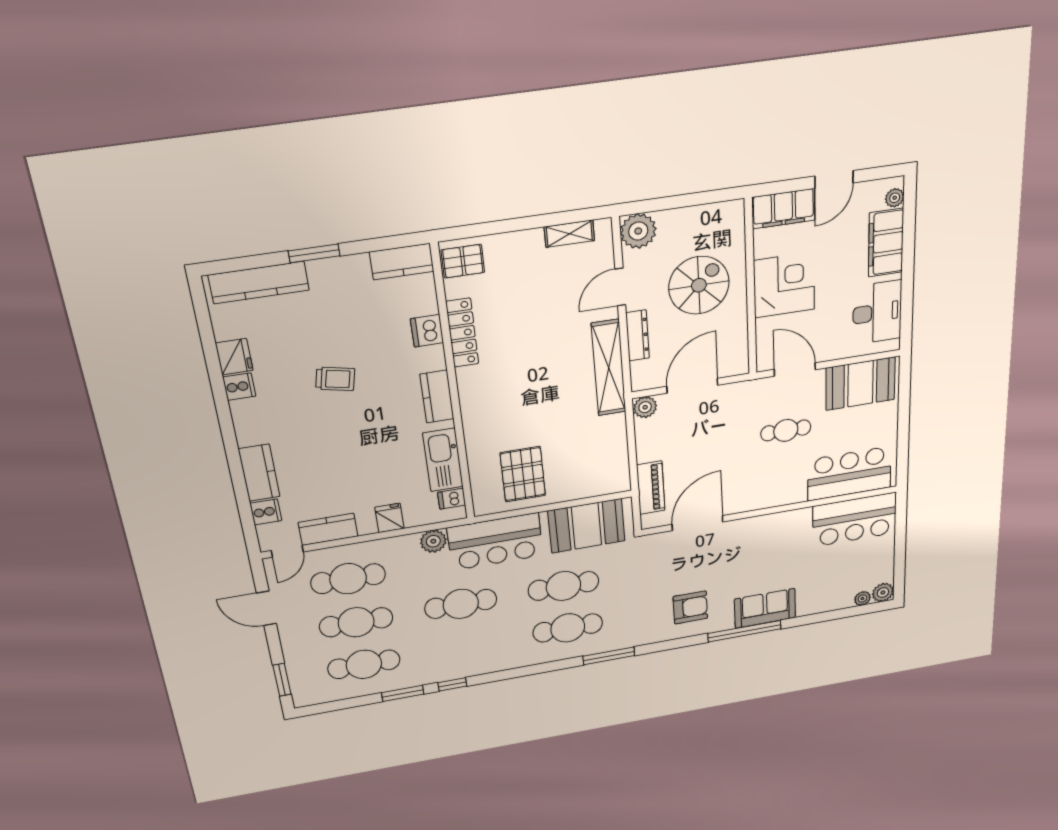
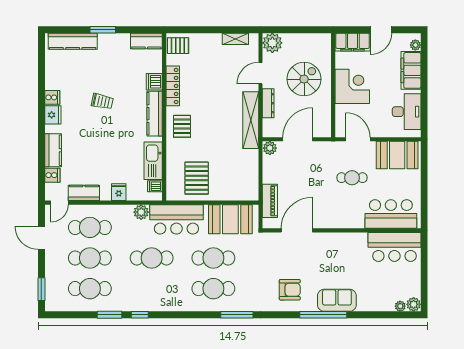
fridge: (234, 357) -> (53, 115), moved
kitchen counter: (437, 397) -> (155, 114), width x1.50
pallet: (487, 397) -> (182, 126), added

